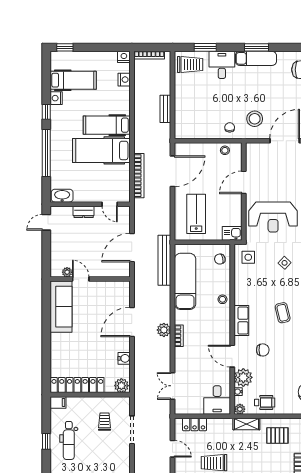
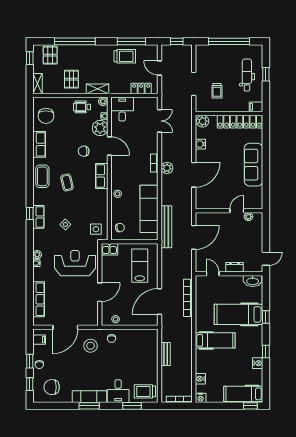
hospital bed: (73, 80) -> (243, 394), moved
hospital bed: (101, 150) -> (239, 314), moved, turned 180
window: (46, 153) -> (266, 317), width x0.32
lab bench: (196, 214) -> (140, 266), turned 180
door: (81, 279) -> (237, 211), swing flipped
sofa: (61, 307) -> (254, 165), moved
pallet: (277, 435) -> (71, 79), turned 90

